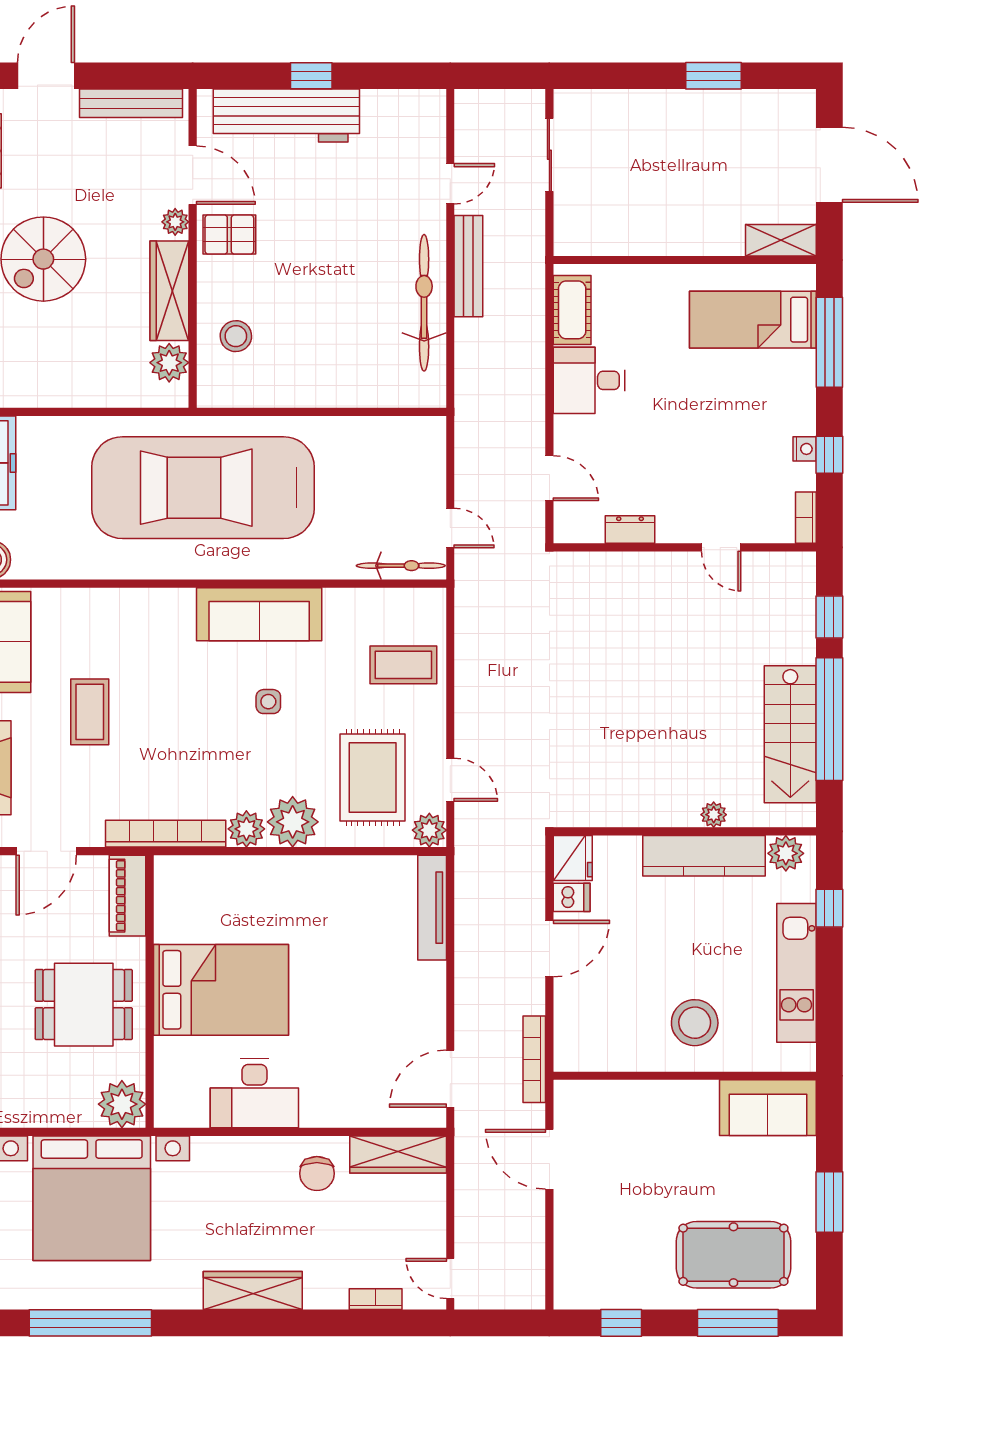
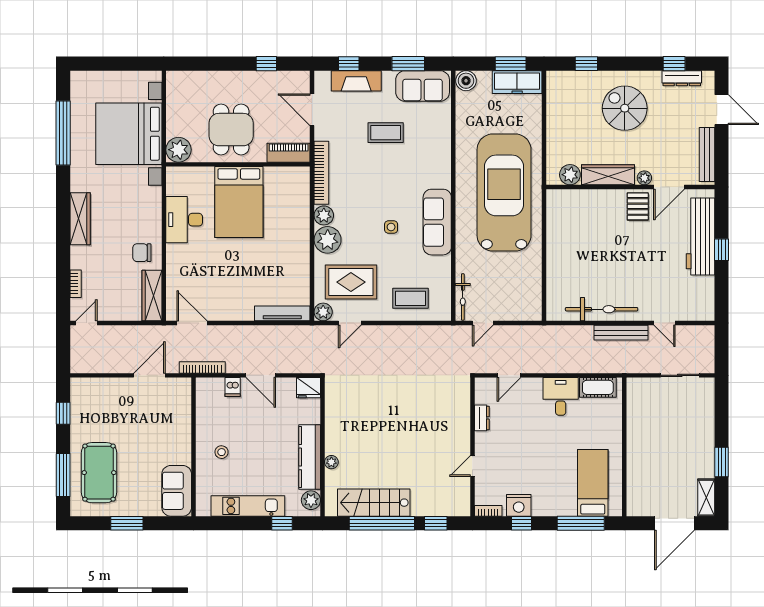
shelving: (781, 240) -> (706, 498), moved
stool: (236, 336) -> (584, 210), removed
nightstand: (805, 449) -> (519, 505), width x1.89, depth x1.79
coffee table: (403, 665) -> (410, 298), turned 90
dishwasher: (572, 897) -> (233, 387), moved
stool: (695, 1023) -> (222, 452), width x0.53, depth x0.53

